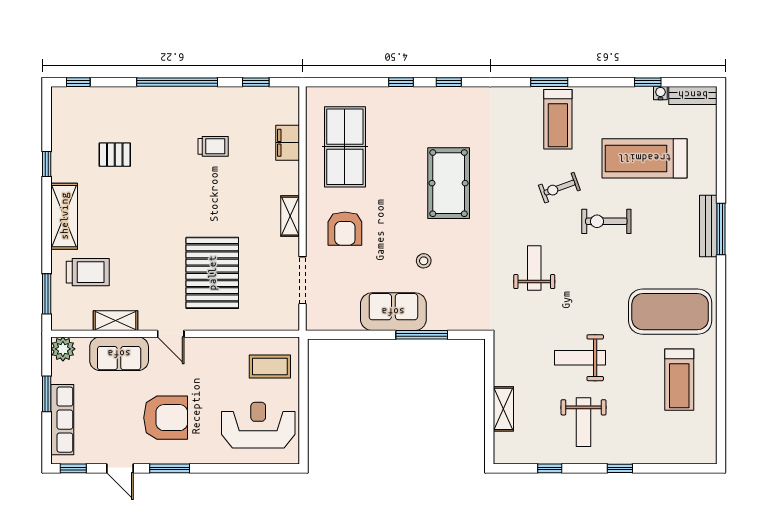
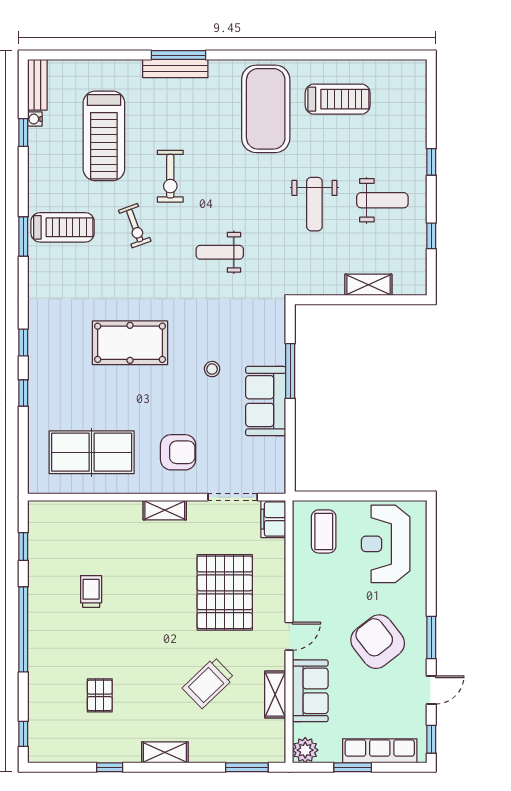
filing cabinet: (288, 143) -> (273, 519), moved, turned 90
shelving: (64, 216) -> (165, 752), width x0.67, depth x0.75
trolley: (88, 272) -> (208, 683), moved, turned -134
pallet: (212, 273) -> (225, 592), turned 90
armchair: (166, 418) -> (378, 642), turned -38

